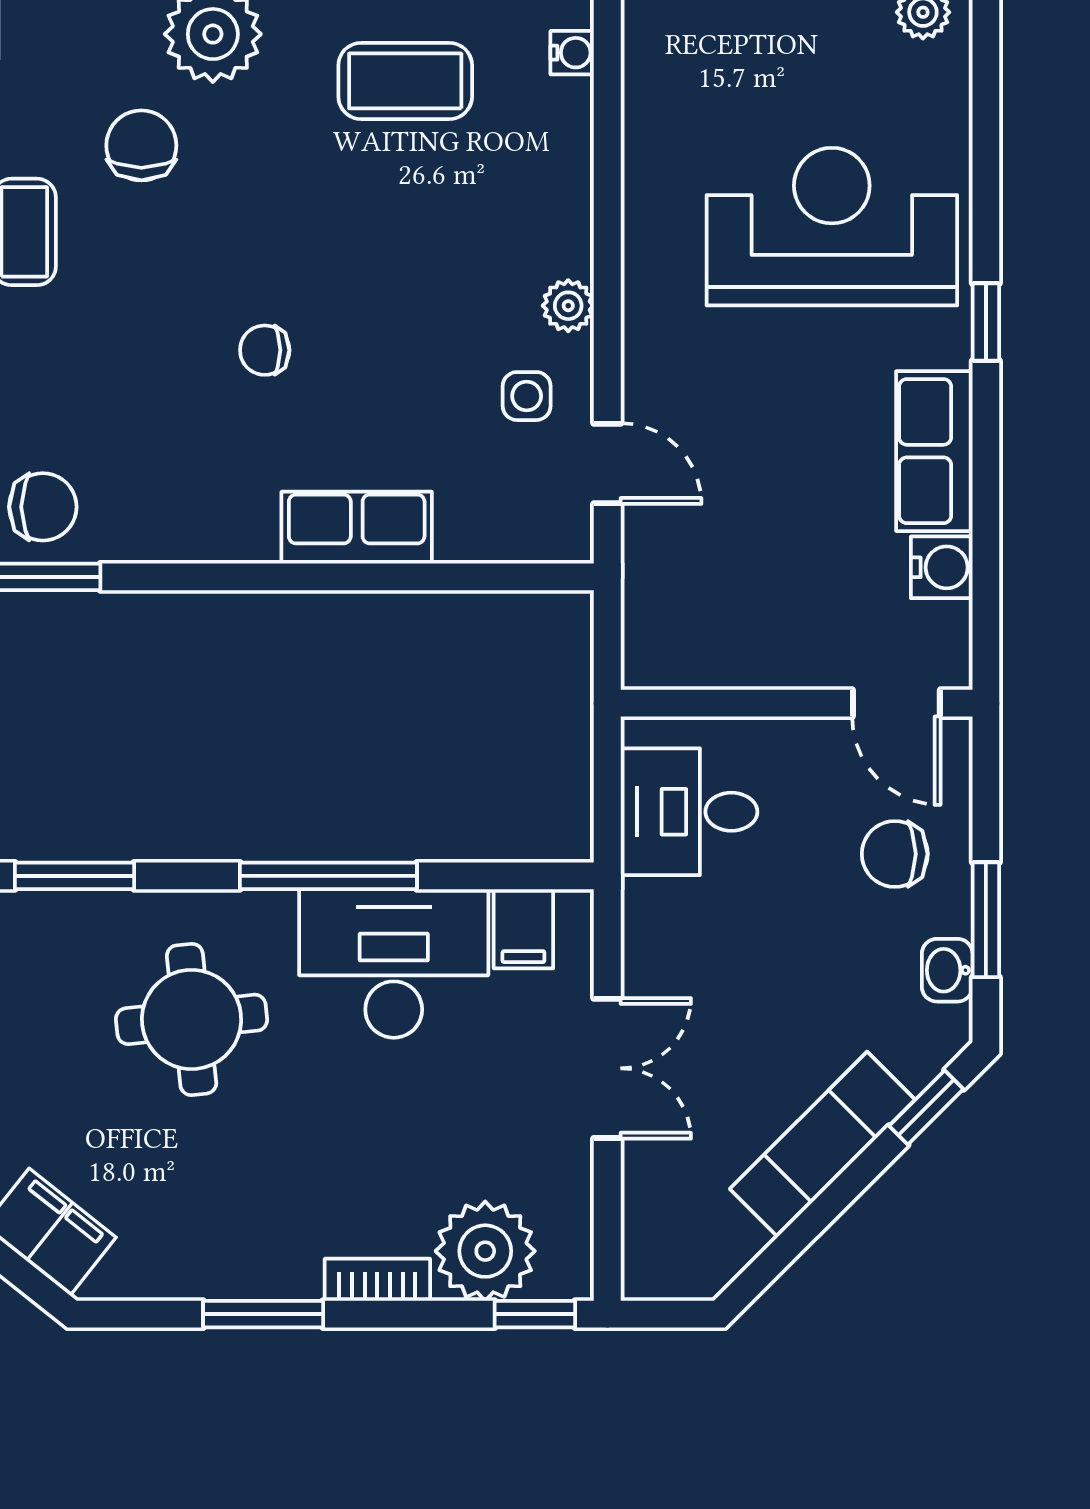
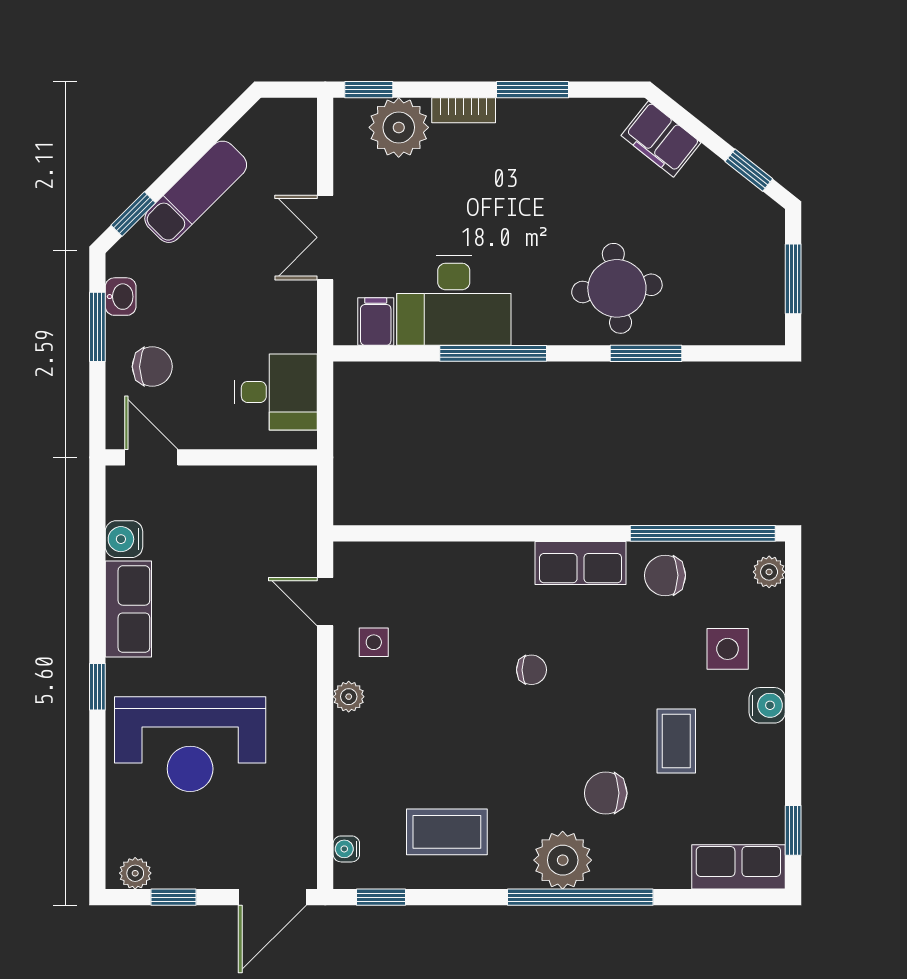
chair: (141, 145) -> (606, 793), turned 90
row of seats: (357, 528) -> (581, 563), moved
round table: (192, 1019) -> (617, 288), moved

